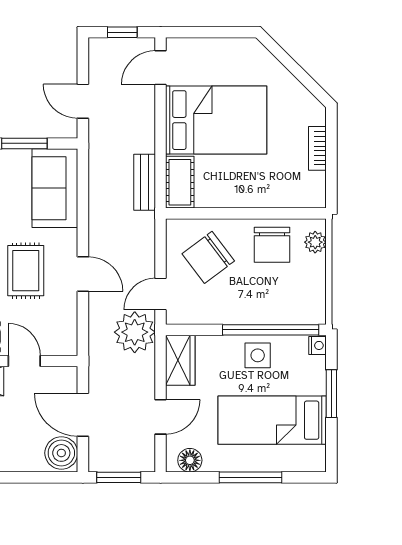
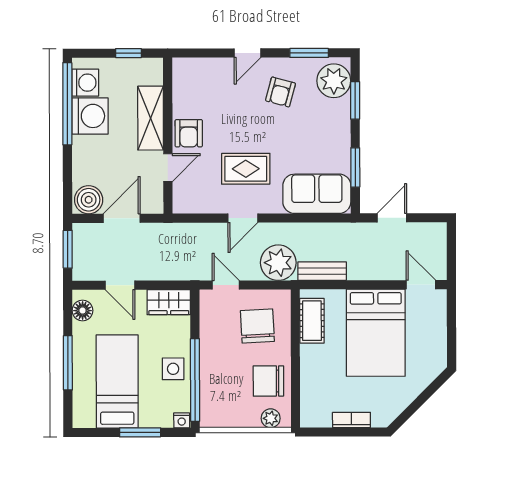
window: (122, 32) -> (451, 252), removed
cot: (180, 182) -> (312, 321), moved, turned 90
chair: (208, 257) -> (257, 326), turned 34
plant: (135, 332) -> (278, 263), moved

